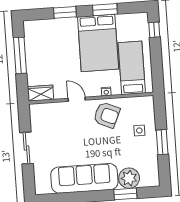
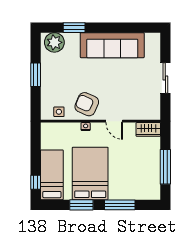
window: (65, 12) -> (120, 205), width x1.44
bed: (132, 68) -> (52, 175), moved, turned 180
side table: (139, 130) -> (59, 112), moved
plant: (129, 178) -> (54, 42), moved

